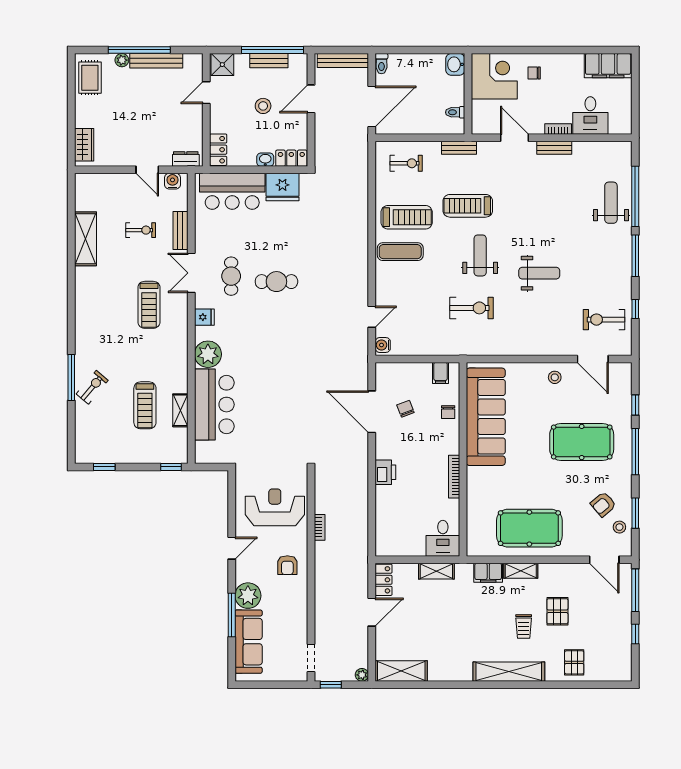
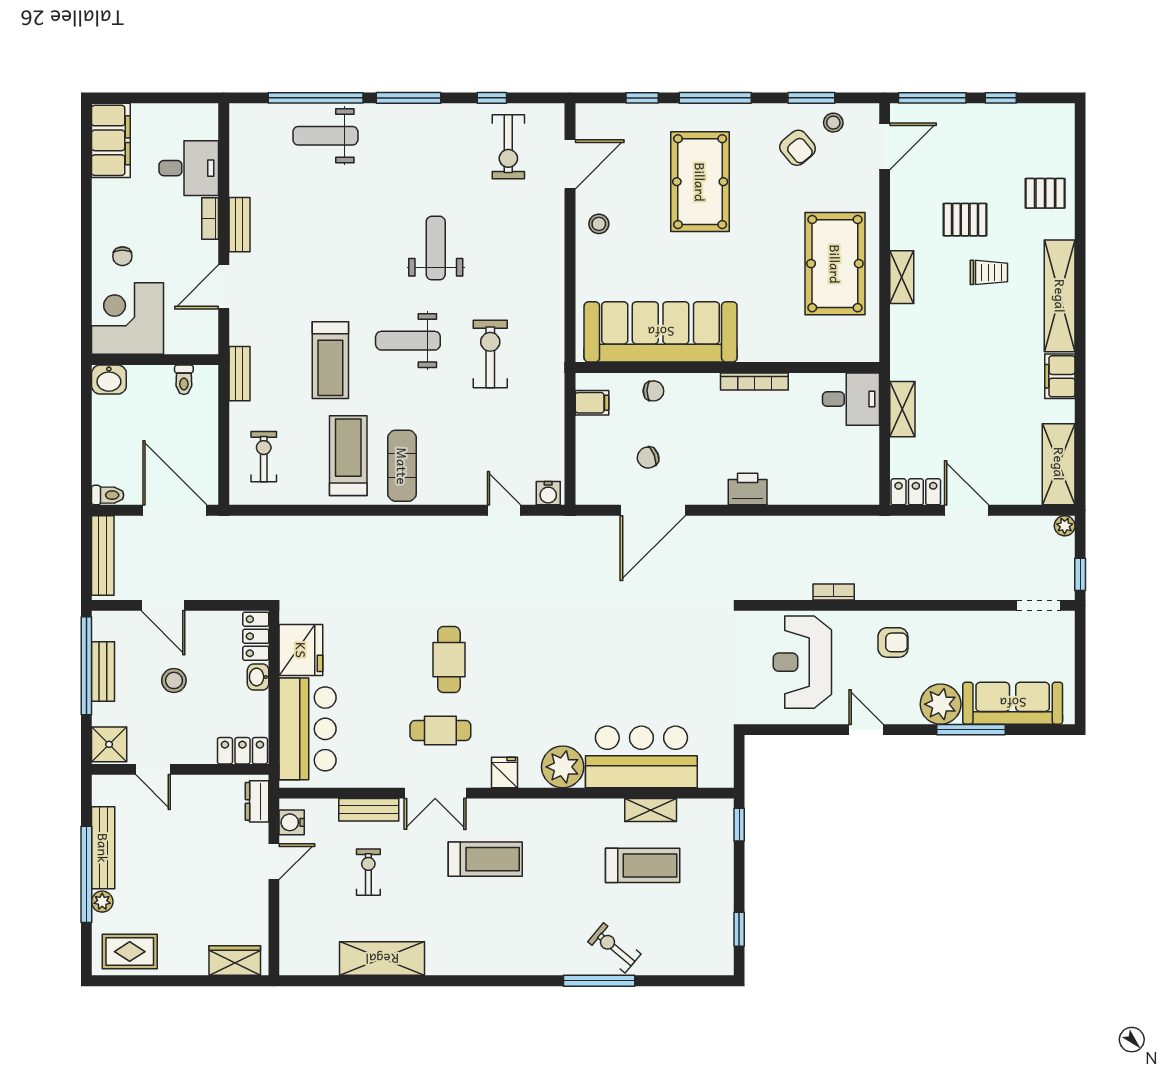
filing cabinet: (488, 573) -> (1060, 376), moved, turned 180

